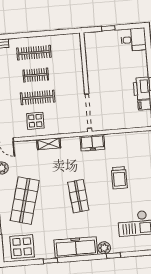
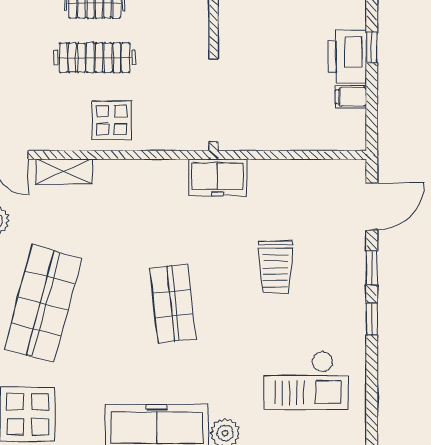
display table: (35, 121) -> (112, 120), moved
shelving: (49, 144) -> (64, 171), moved

